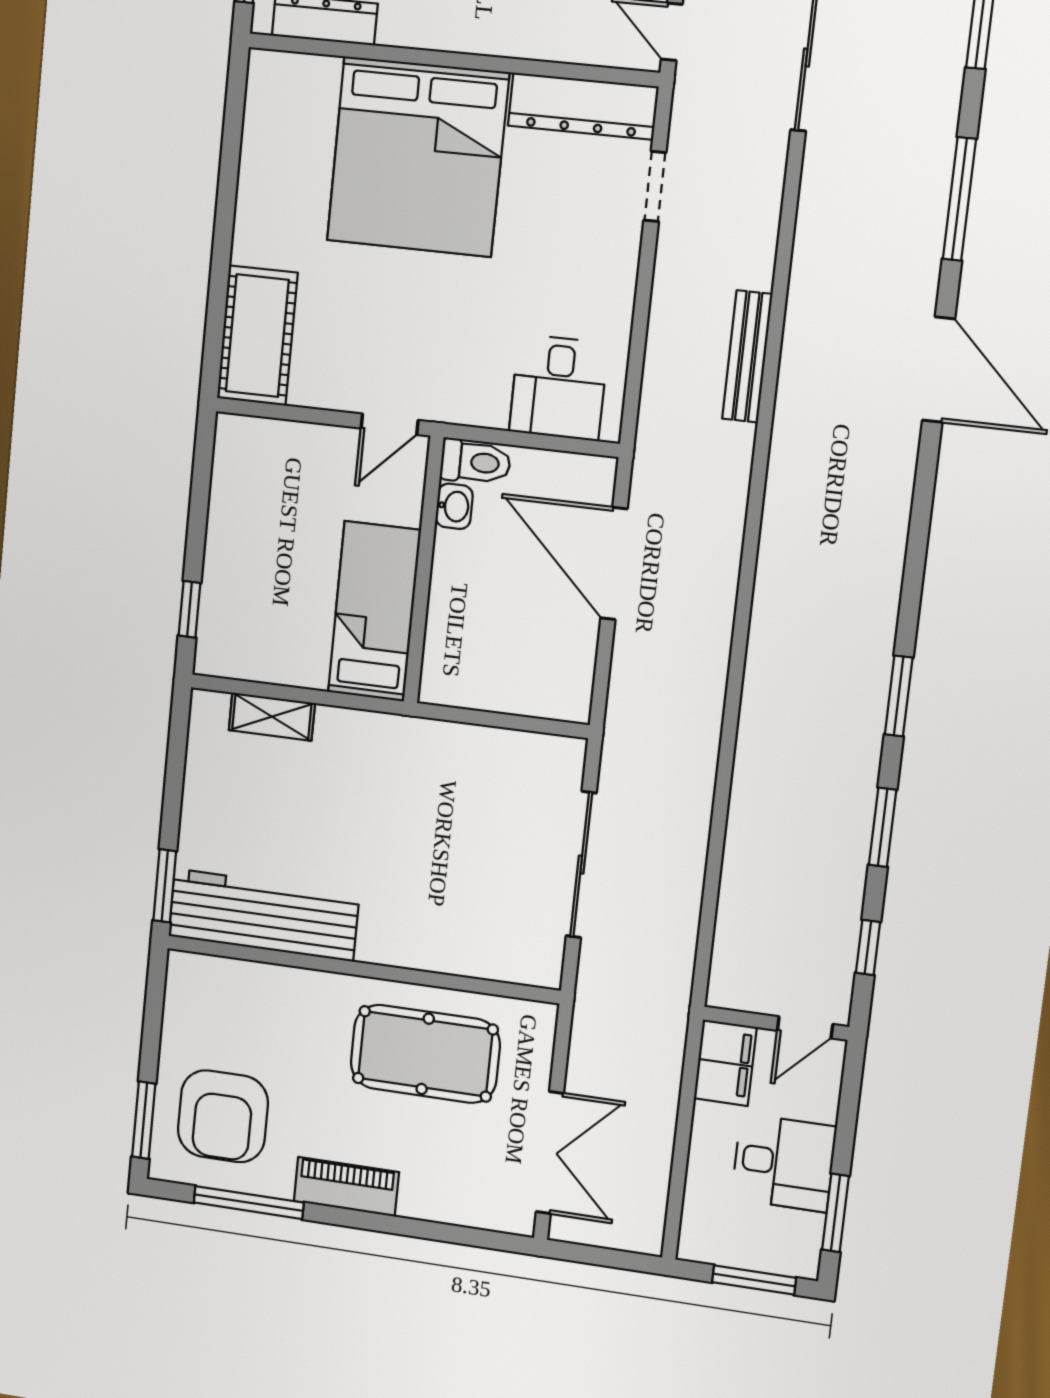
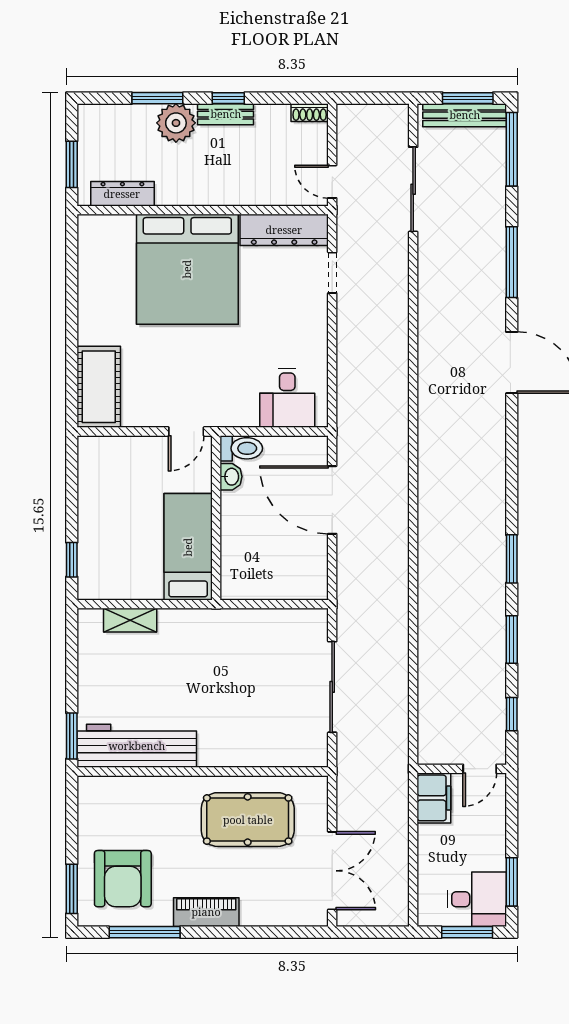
bench: (747, 356) -> (398, 367), removed
desk: (784, 1163) -> (477, 899), moved

